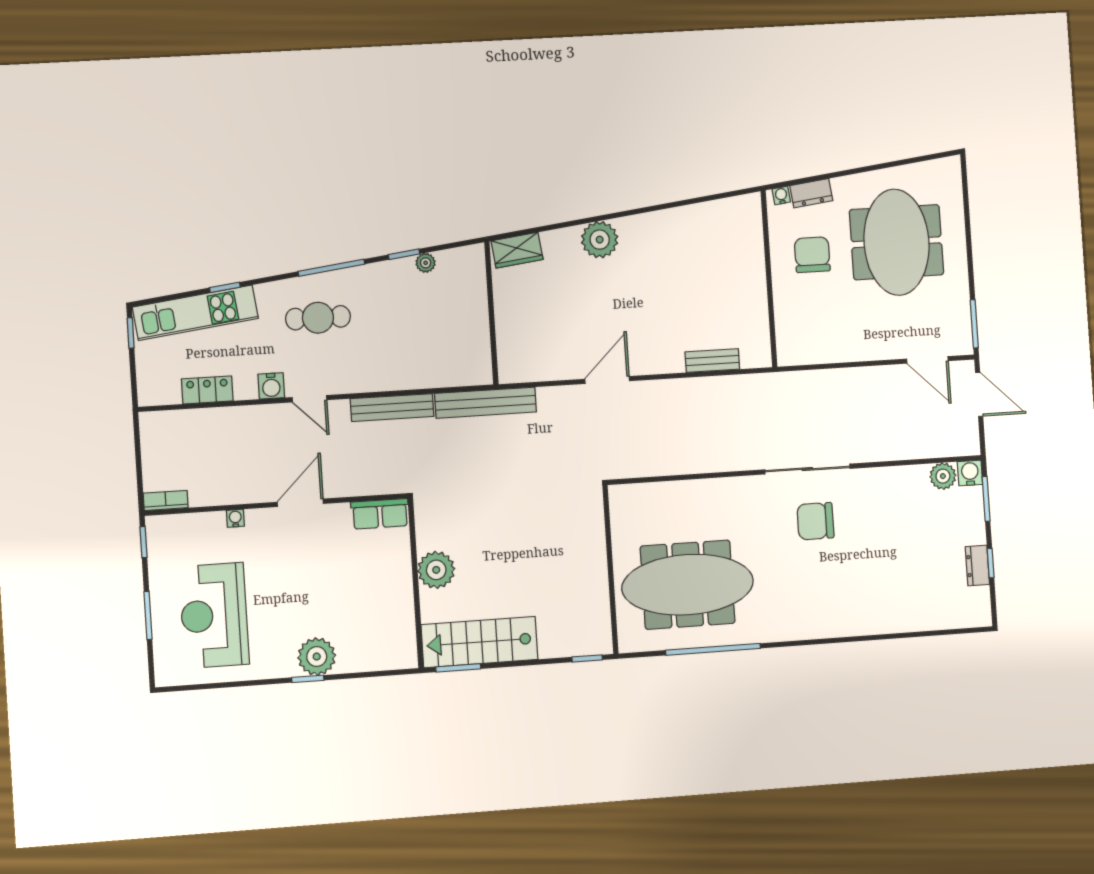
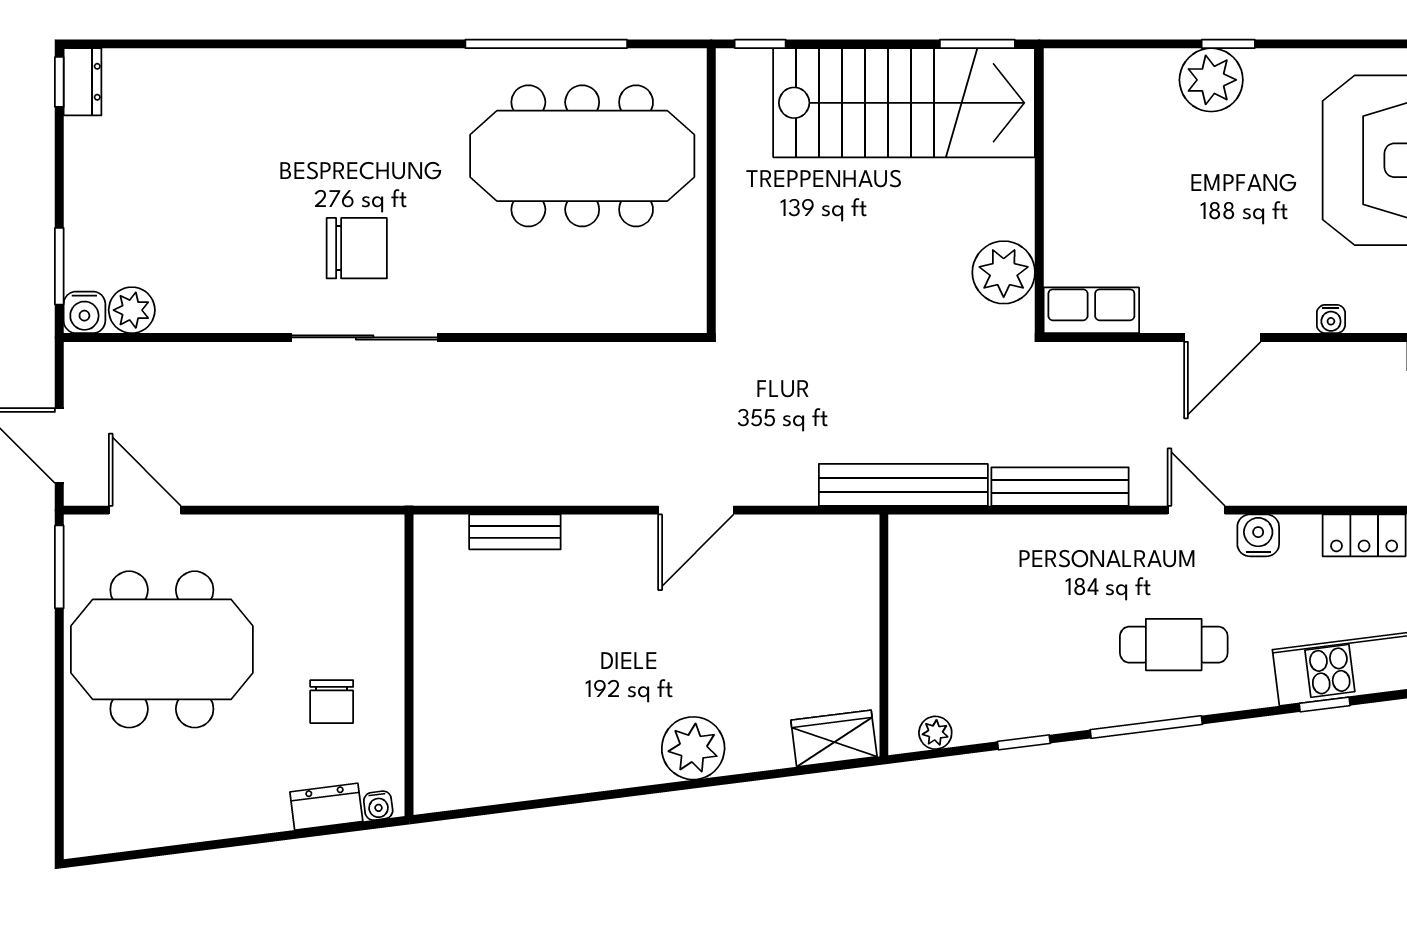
meeting table: (896, 242) -> (162, 649), moved, turned 90
chair: (812, 255) -> (332, 702), width x0.73, depth x0.73
plant: (426, 263) -> (935, 733), moved
window: (991, 563) -> (59, 82), moved
dresser: (977, 566) -> (83, 82), moved
plant: (436, 570) -> (1004, 272), moved
stairs: (480, 642) -> (904, 103), width x1.36, depth x1.51

